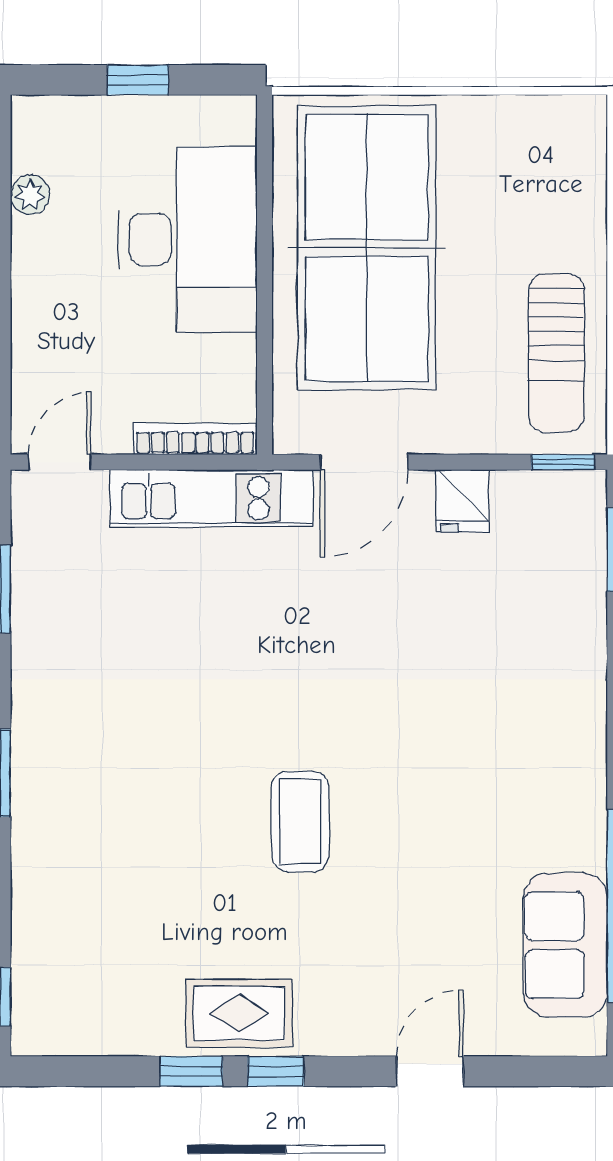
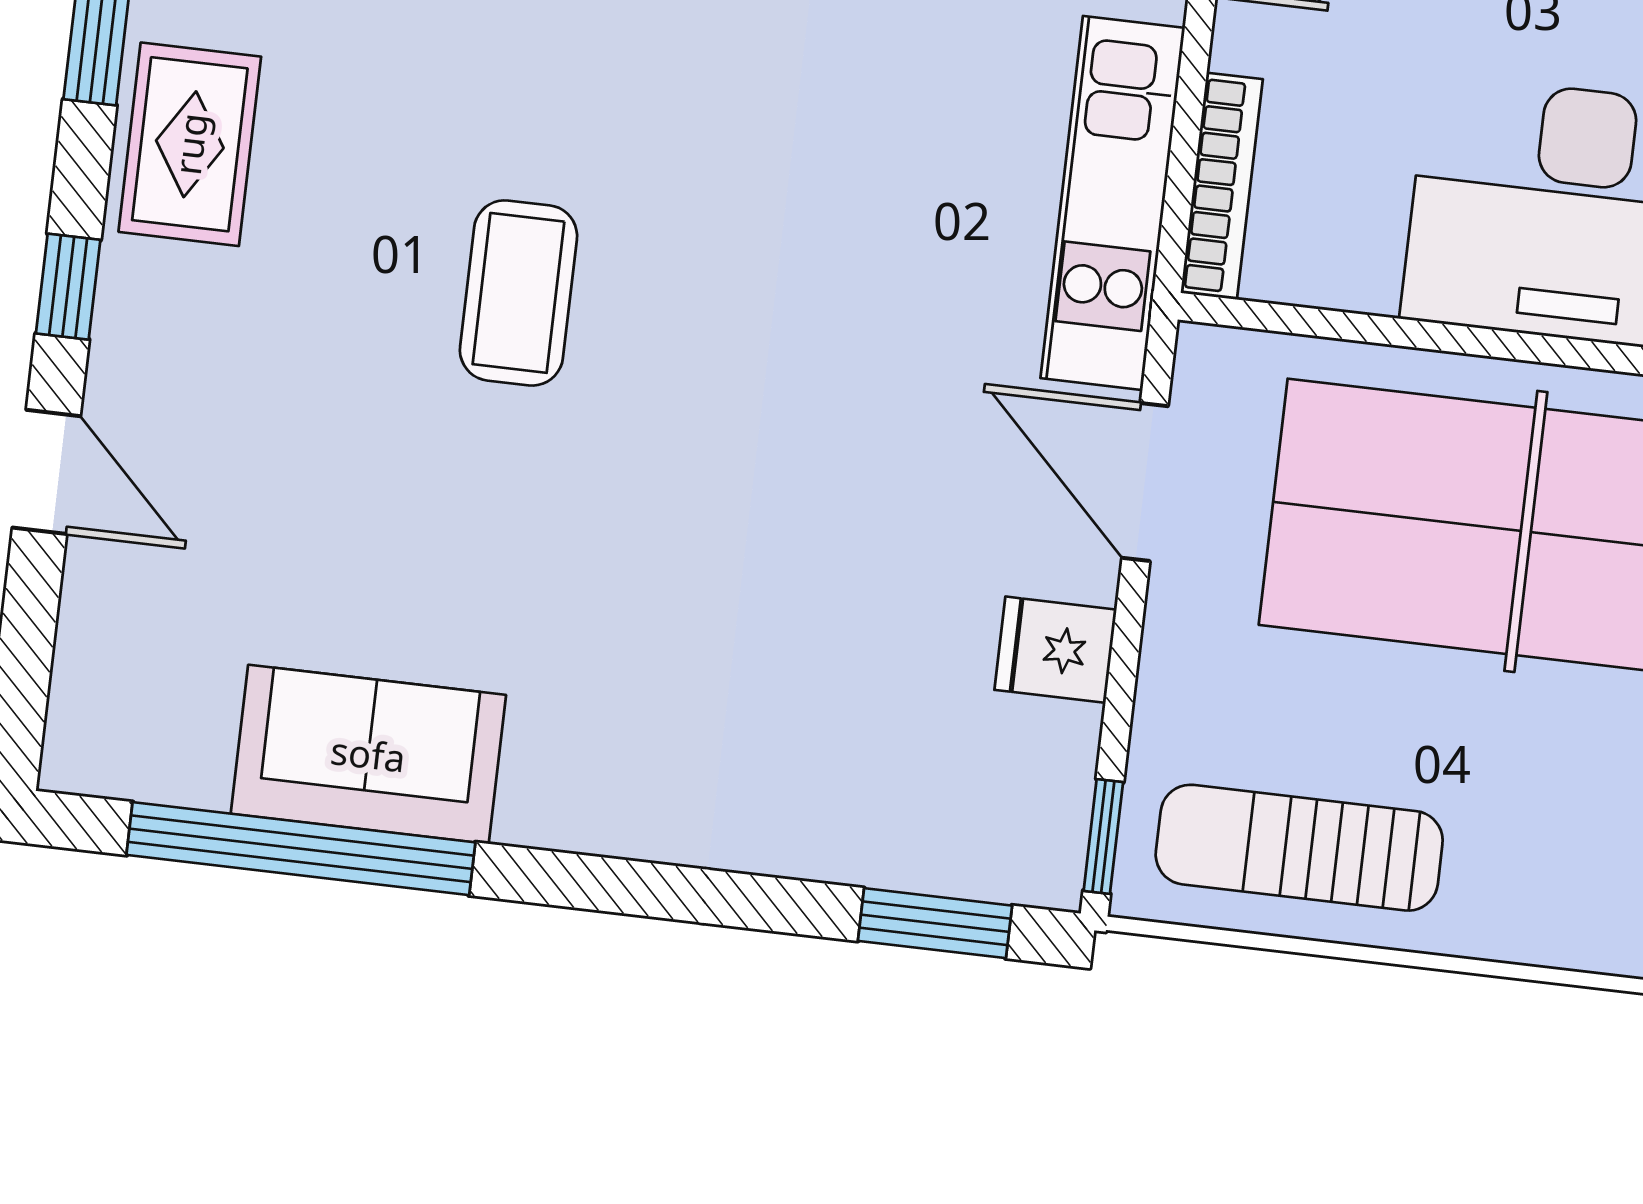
coffee table: (300, 821) -> (518, 293), turned 90
sofa: (565, 945) -> (368, 754), moved
window: (276, 1071) -> (68, 287), moved

